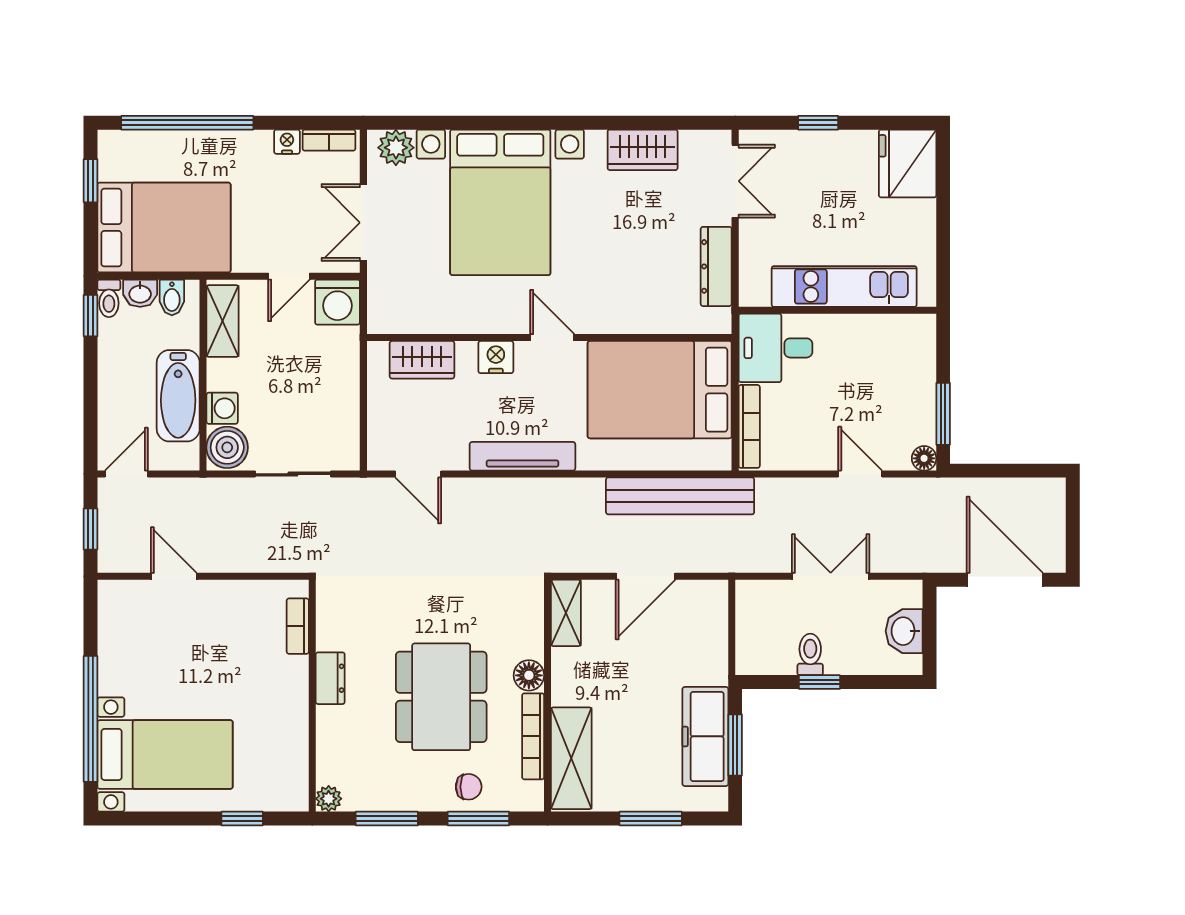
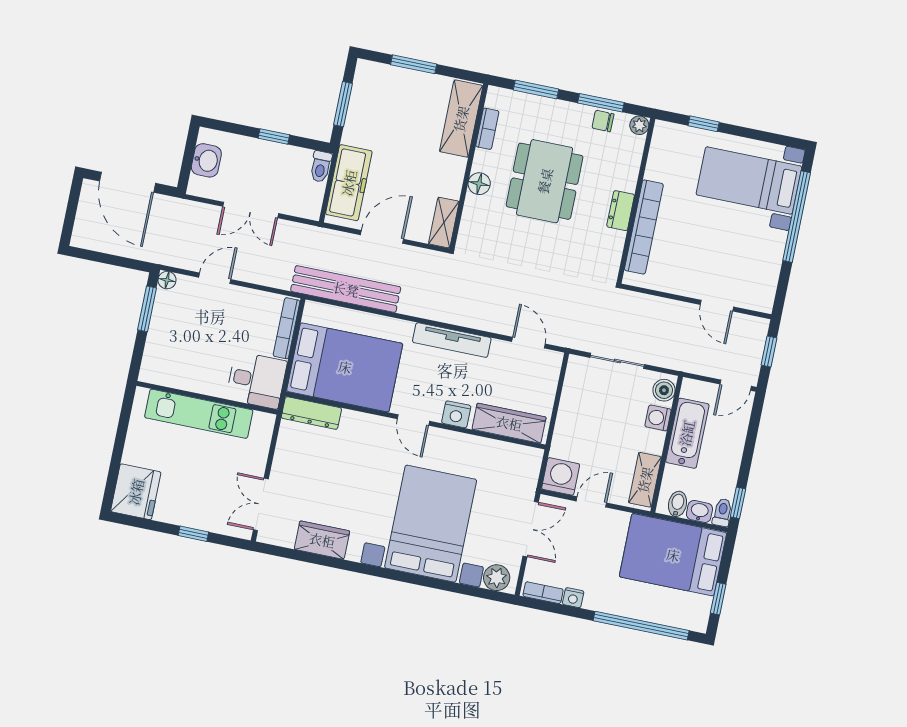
dresser: (716, 266) -> (311, 413), moved, turned 90
wardrobe: (422, 360) -> (509, 423), width x1.50
boiler: (227, 447) -> (664, 390), width x0.73, depth x0.73
door: (860, 474) -> (215, 278), swing flipped
bookcase: (298, 626) -> (644, 227), width x2.31, depth x1.31
toilet: (810, 654) -> (321, 167), moved
bookcase: (533, 736) -> (487, 129), width x0.64
freezer: (705, 736) -> (349, 183), moved
chair: (469, 787) -> (603, 121), moved

